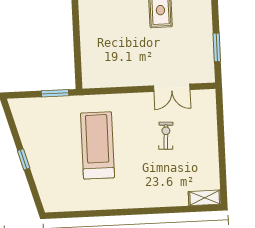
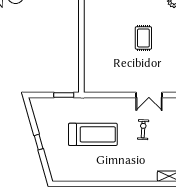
treadmill: (97, 145) -> (93, 134), turned 90

